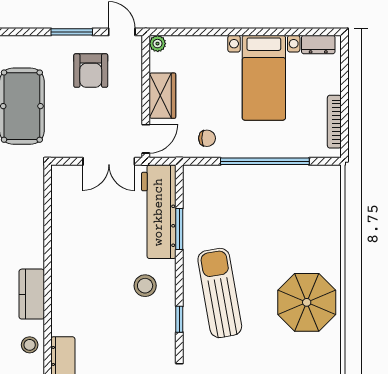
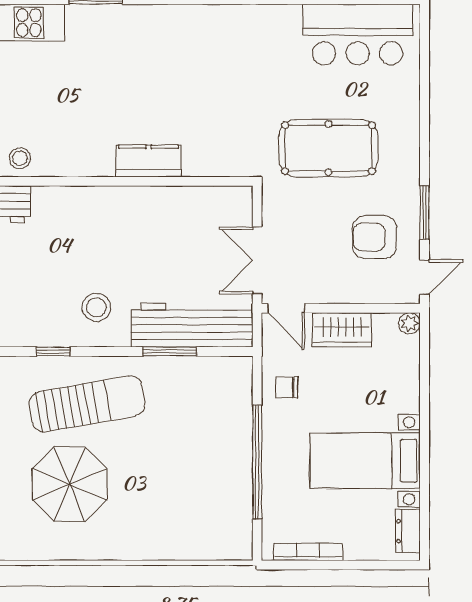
chair: (207, 138) -> (287, 387), turned 90
kitchen counter: (32, 294) -> (149, 161), moved
parasol: (307, 302) -> (70, 484), moved

